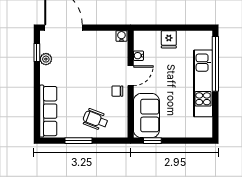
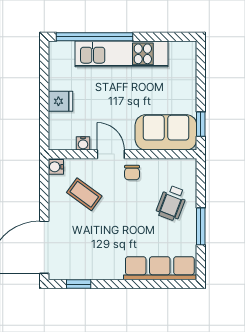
coffee table: (102, 57) -> (84, 194), added
plant: (46, 59) -> (88, 272), removed

